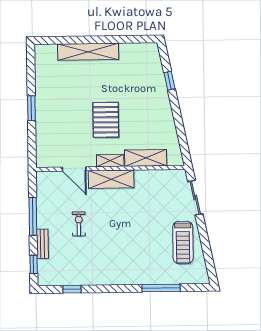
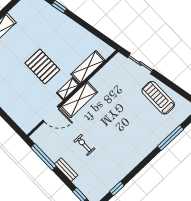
window: (33, 216) -> (44, 157), moved
treadmill: (183, 243) -> (158, 98), turned 180
bench: (43, 244) -> (66, 170), moved

